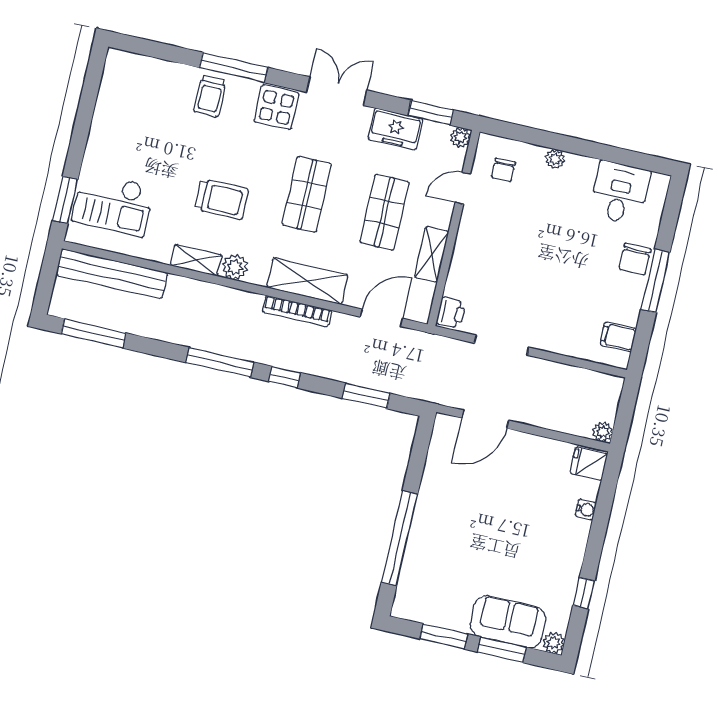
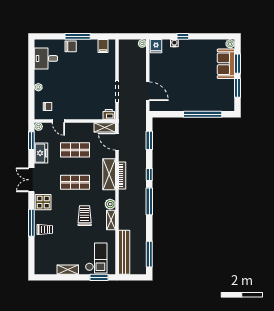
shelving: (101, 129) -> (68, 270), added
shelving: (432, 254) -> (105, 127), moved
window: (584, 593) -> (183, 36), moved

